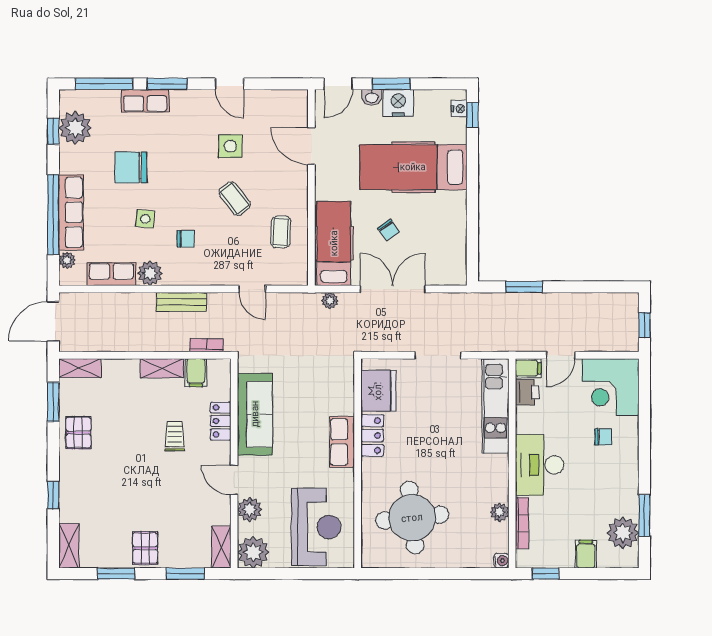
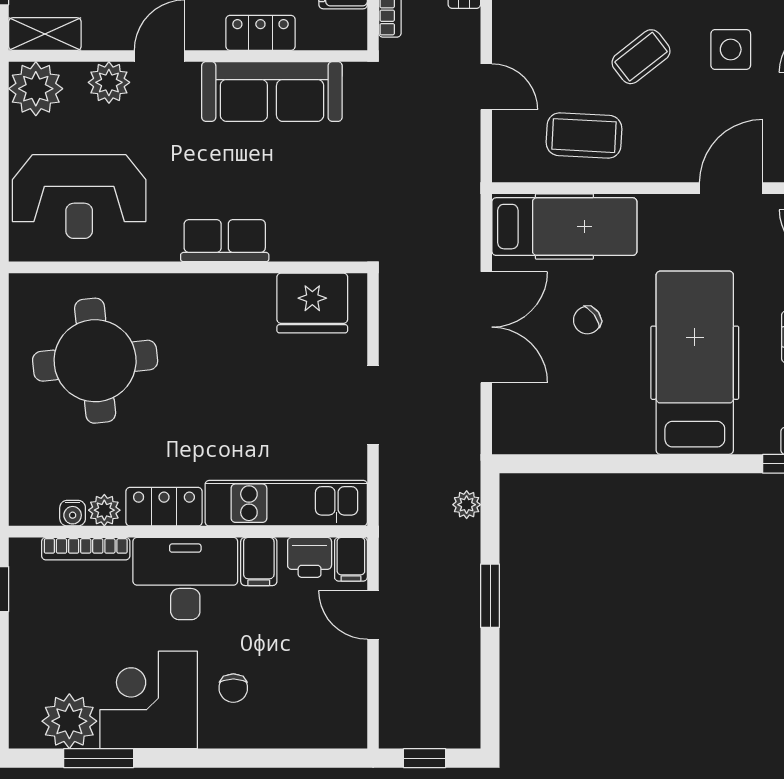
coffee table: (281, 232) -> (584, 136), width x1.36, depth x1.30
window: (524, 287) -> (490, 596), moved
door: (252, 289) -> (486, 87), swing flipped
plant: (330, 301) -> (467, 505), moved
corner desk: (610, 387) -> (149, 700), moved
locker: (372, 435) -> (164, 507), moved, turned 180
filing cabinet: (586, 554) -> (259, 561), moved, turned 90
water cooler: (501, 561) -> (73, 513), moved

